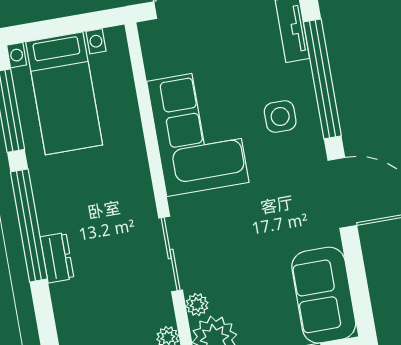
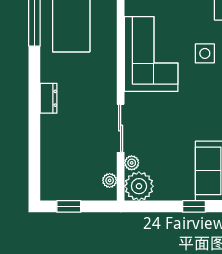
window: (29, 225) -> (34, 94), removed
dresser: (57, 258) -> (49, 98), moved

